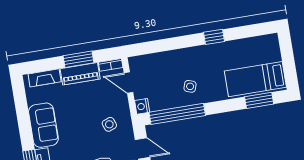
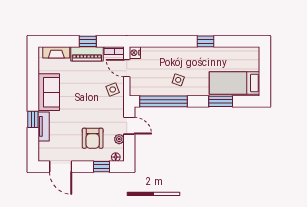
window: (79, 59) -> (88, 41), width x0.67
window: (259, 100) -> (221, 101), moved
nightstand: (142, 106) -> (135, 53), moved
side table: (109, 124) -> (113, 89), moved

